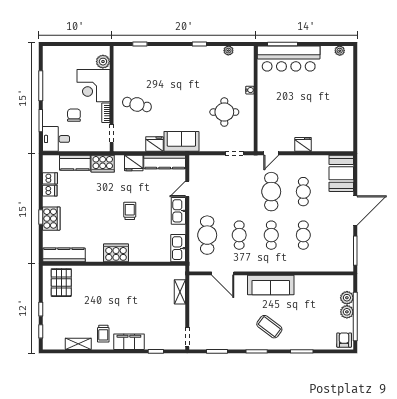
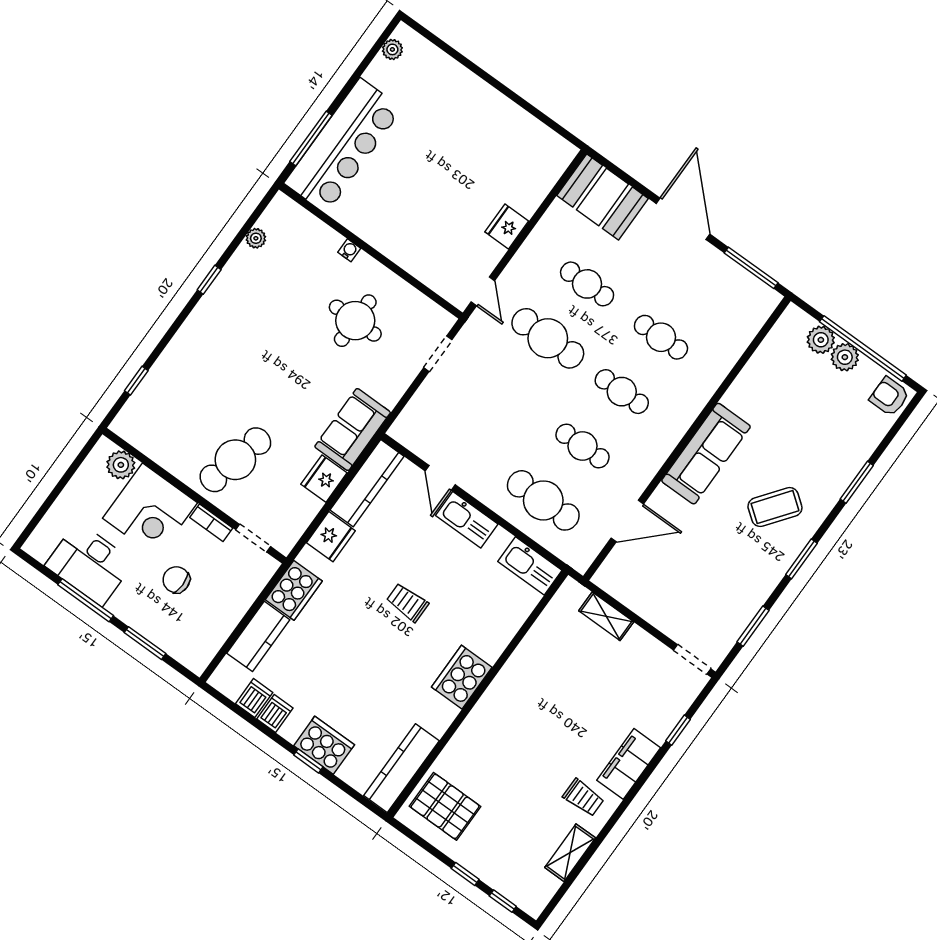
cafe table: (137, 104) -> (235, 460), width x1.37, depth x1.35
desk: (56, 139) -> (90, 564), moved, width x1.37

